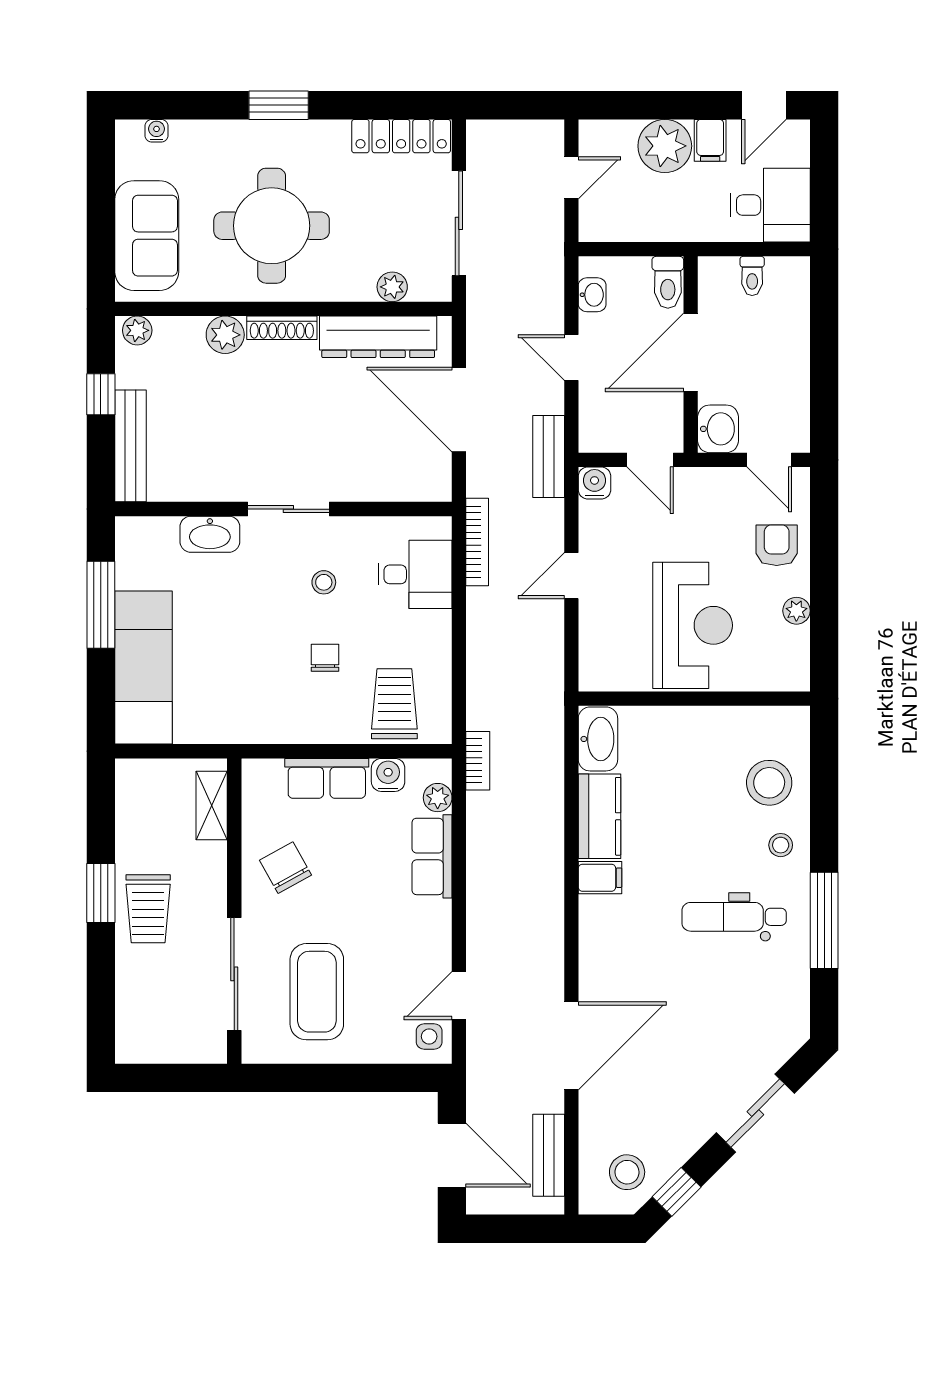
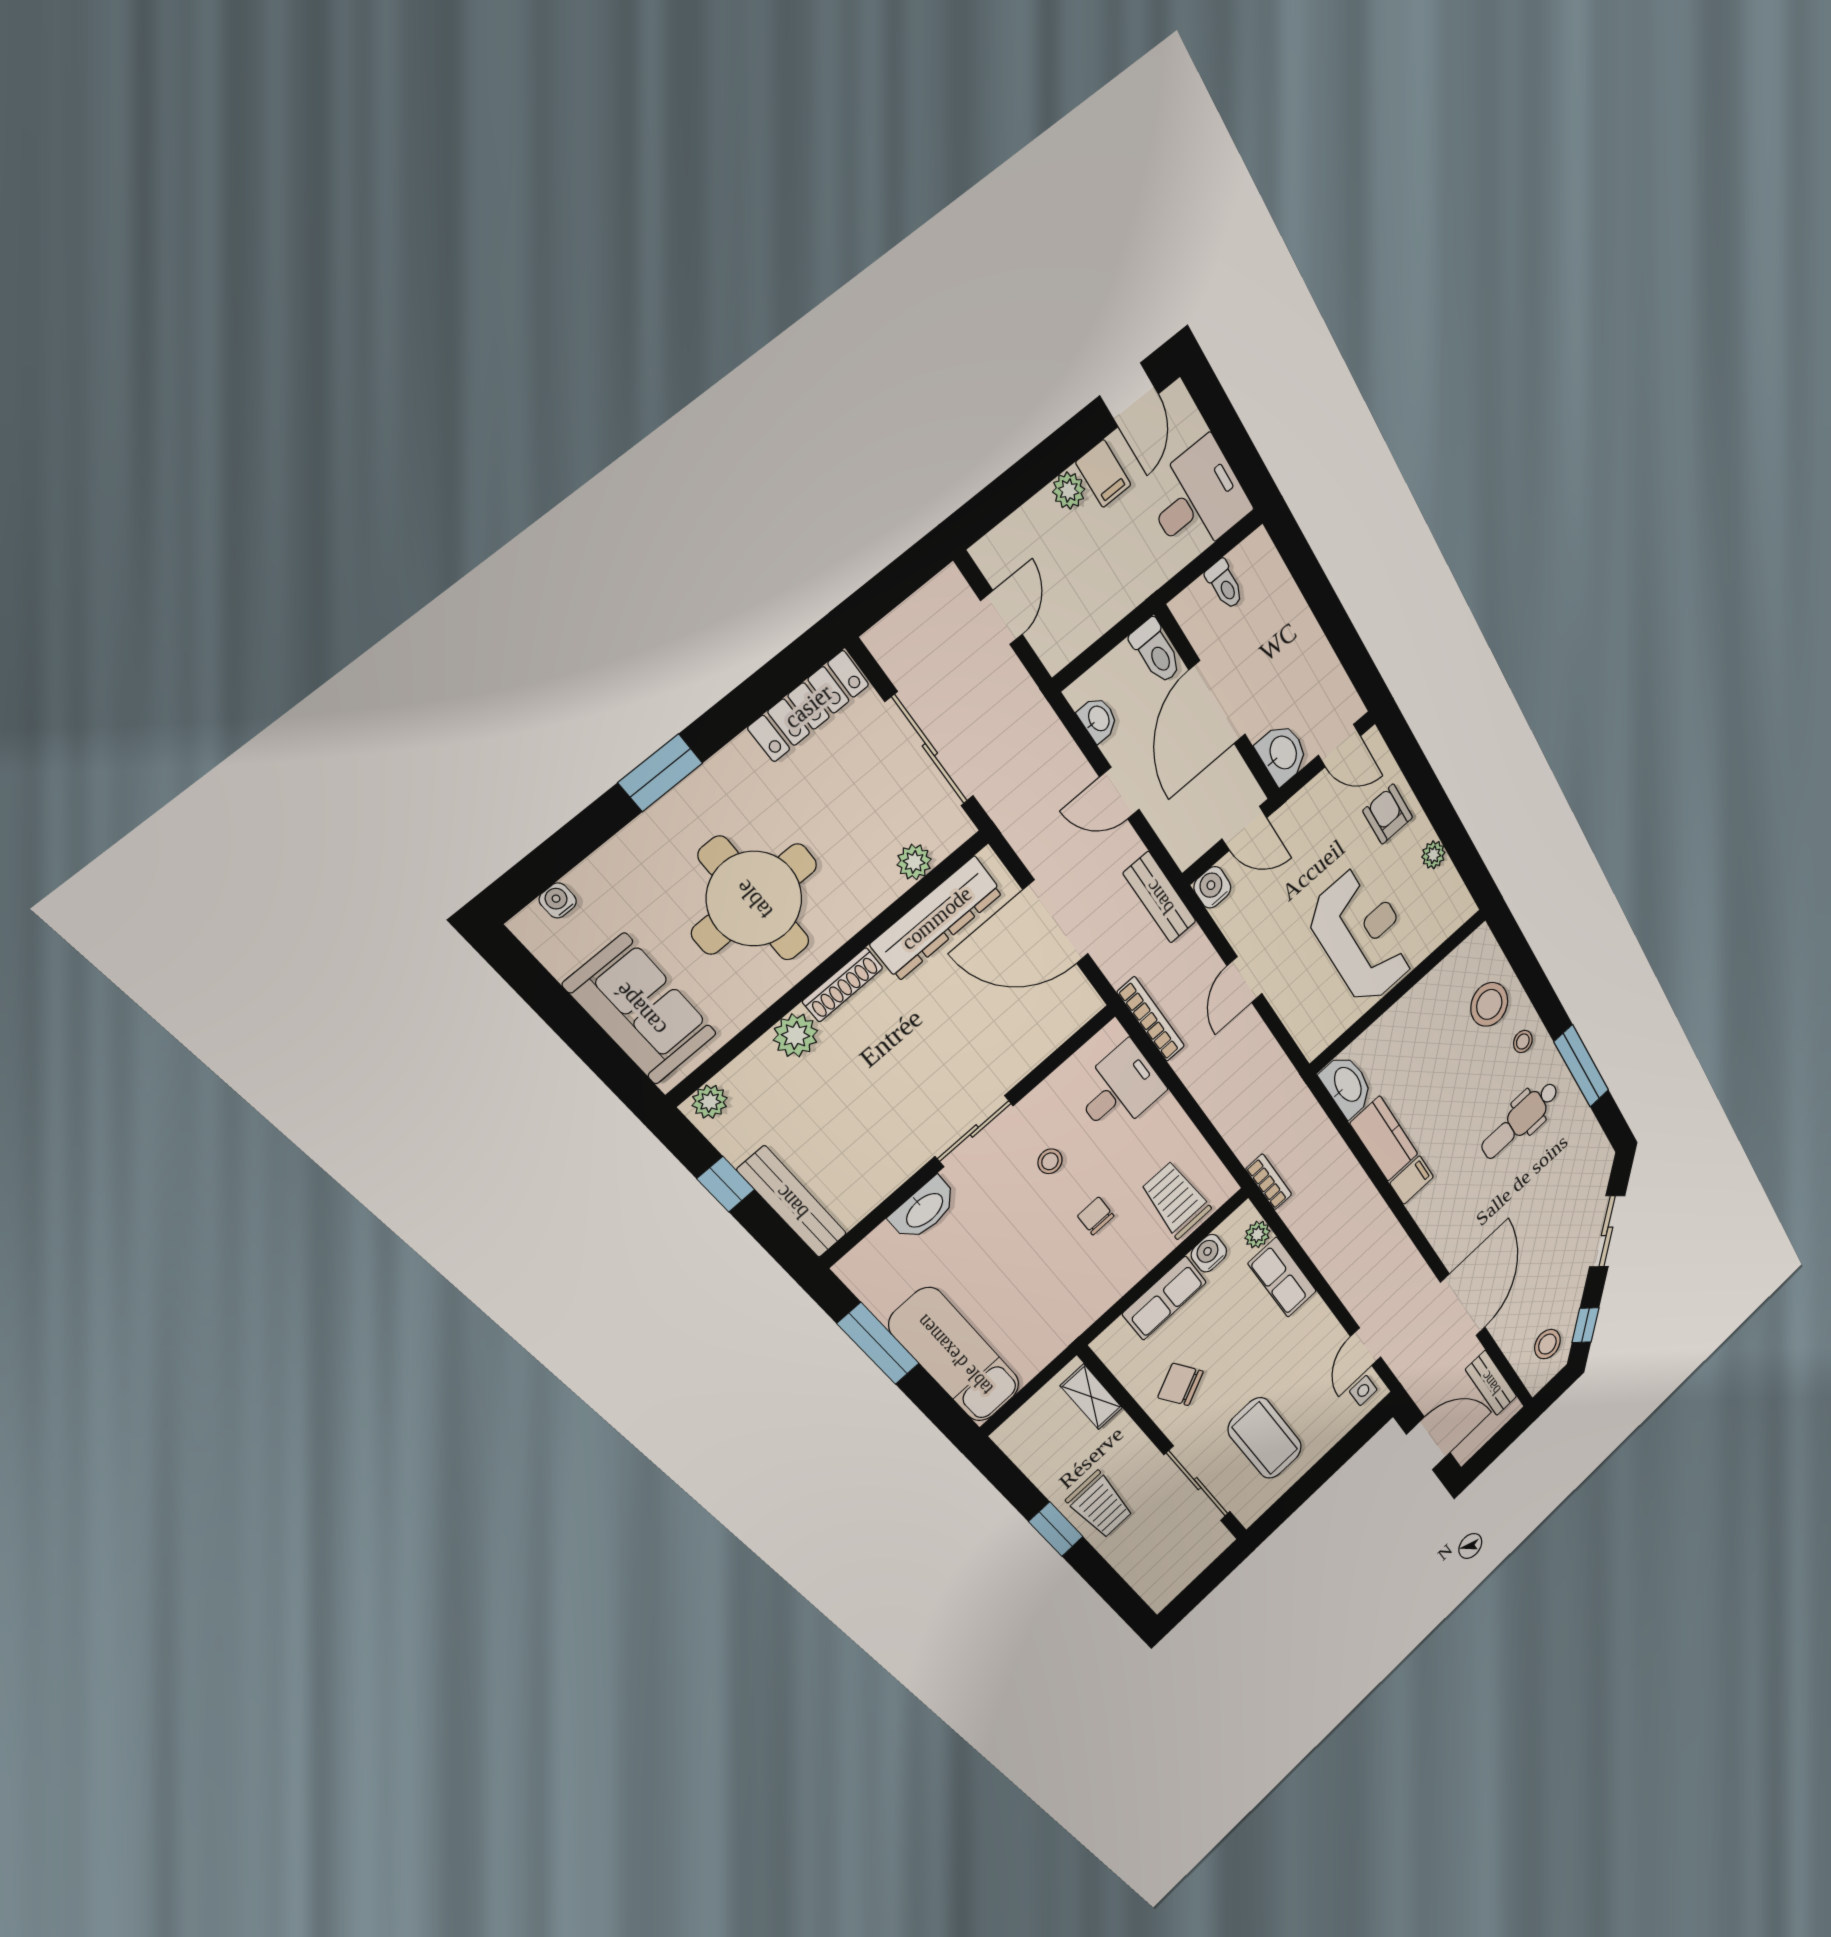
plant: (665, 146) -> (1069, 491), width x0.53, depth x0.53

